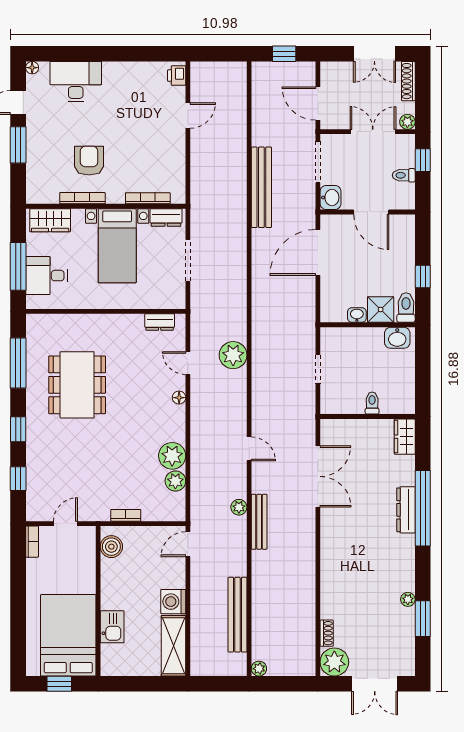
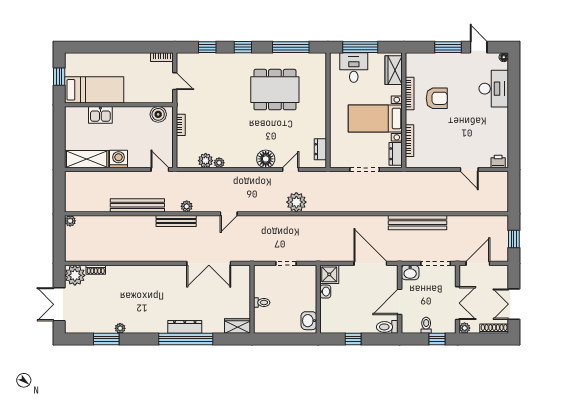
toilet: (406, 308) -> (387, 327), moved, turned 180
shower: (381, 310) -> (329, 274), moved
floor lamp: (179, 398) -> (266, 159), width x1.89, depth x1.89
plant: (172, 456) -> (219, 163), width x0.53, depth x0.53
bench: (237, 615) -> (137, 205), moved
bed: (68, 635) -> (94, 90), width x0.67

